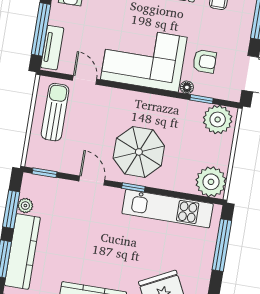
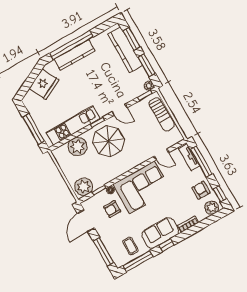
sun lounger: (55, 112) -> (162, 114), moved
plant: (211, 182) -> (77, 146), moved
plant: (25, 206) -> (149, 86), moved

